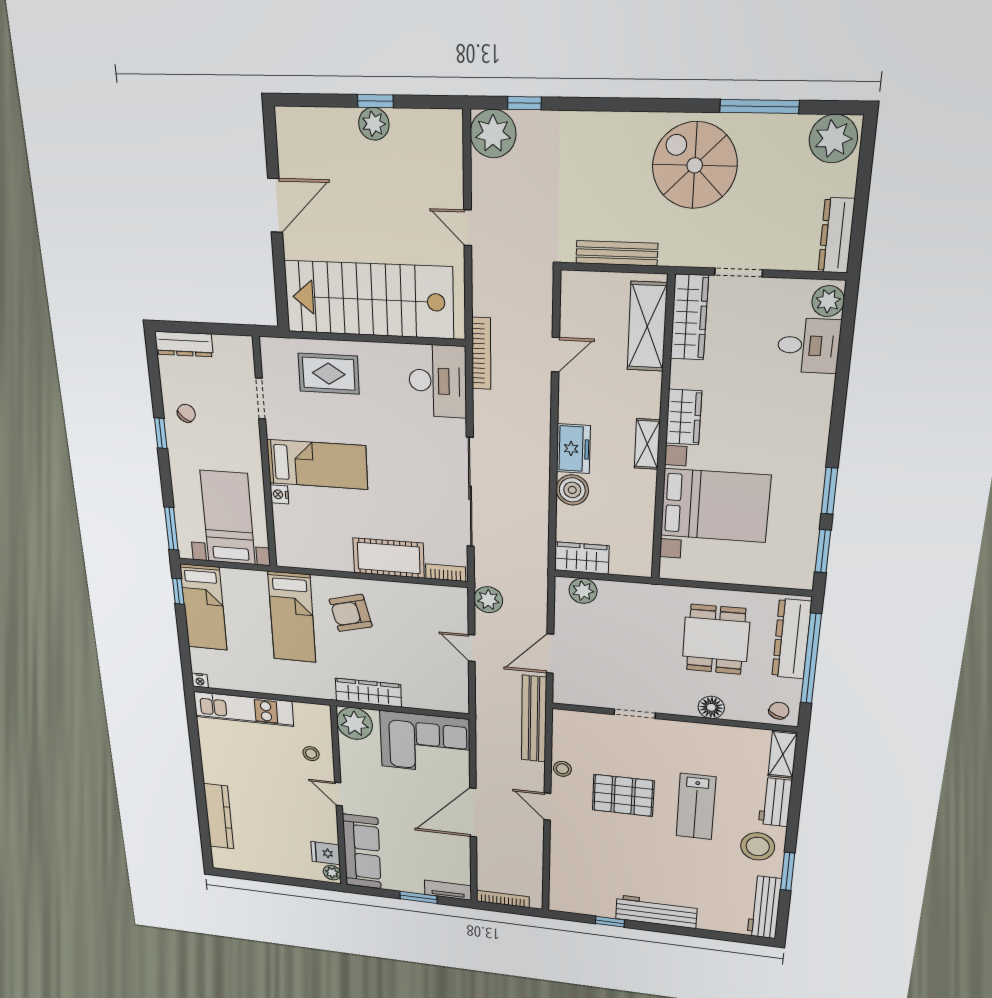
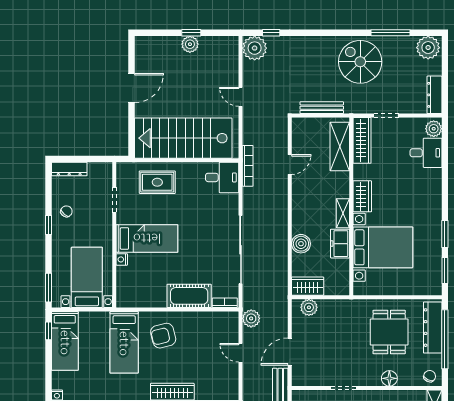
desk: (438, 381) -> (222, 177), width x0.73
freezer: (573, 449) -> (340, 244), moved, turned 180

